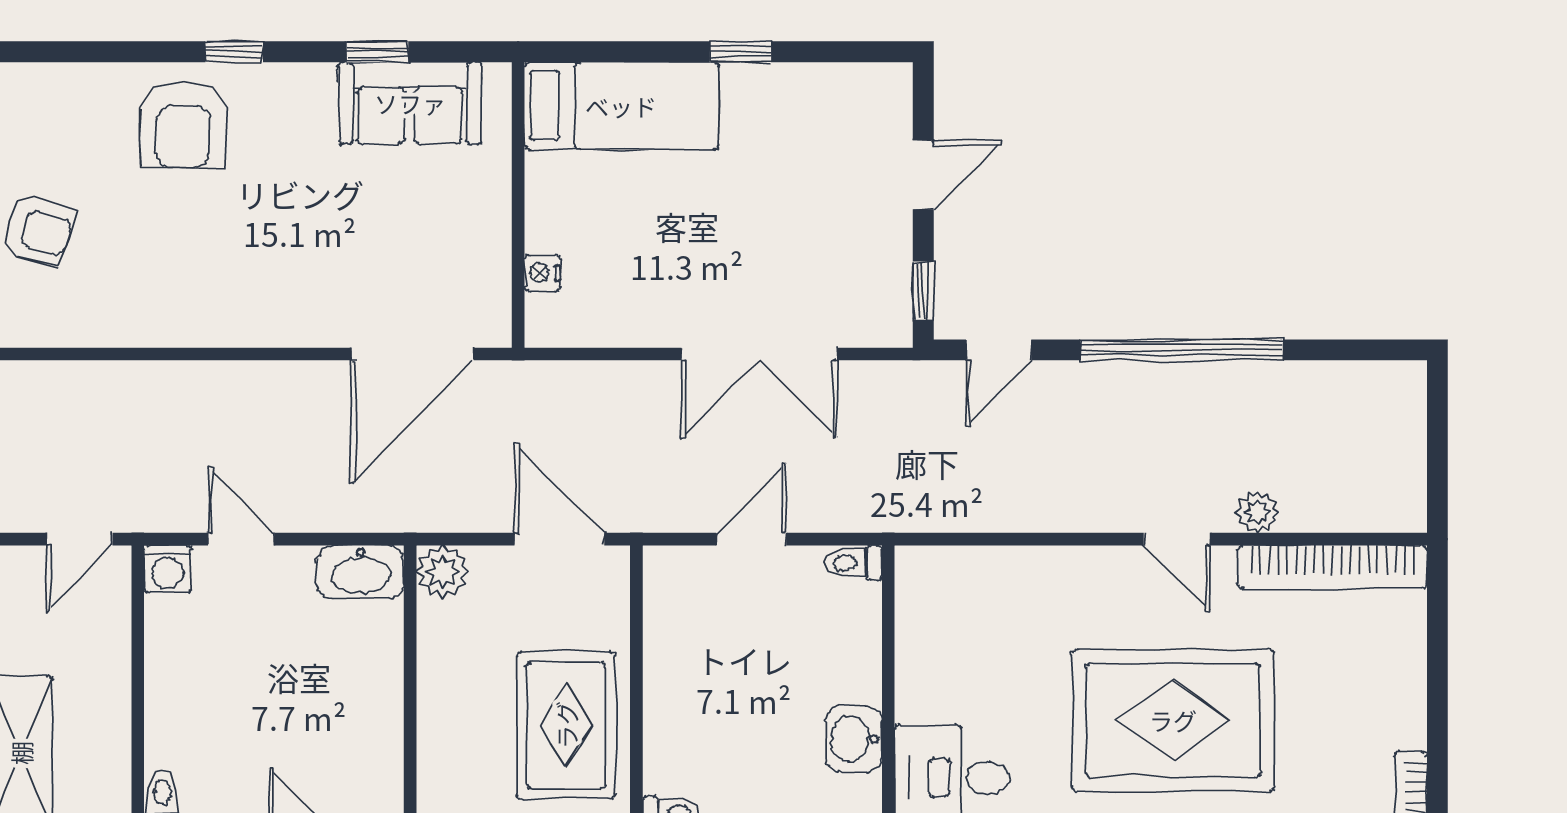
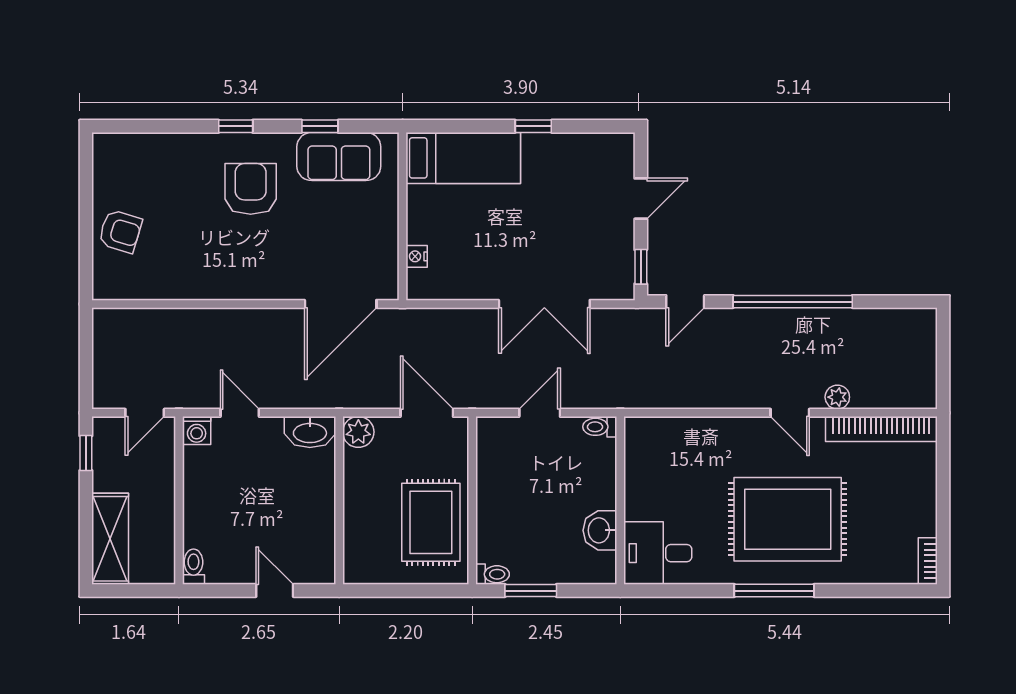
armchair: (183, 125) -> (251, 189), moved, turned 180

